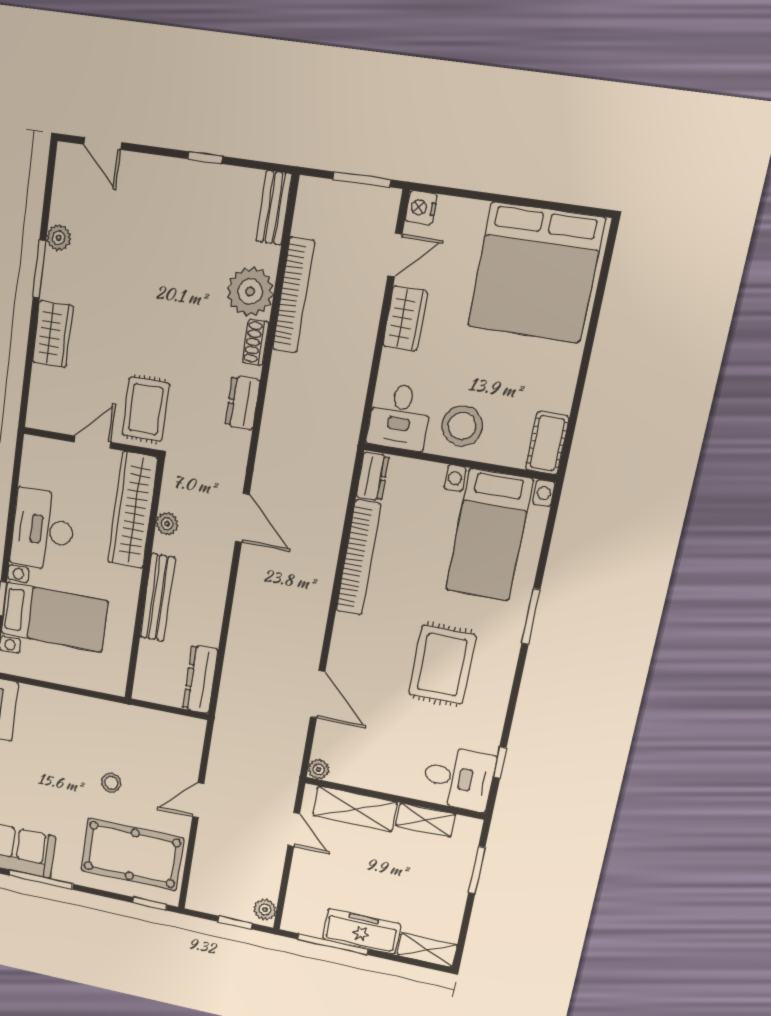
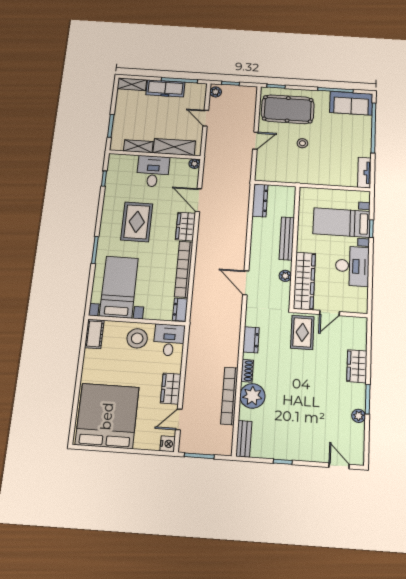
wardrobe: (347, 644) -> (185, 226), added
desk: (458, 778) -> (153, 171), moved, turned 90
door: (294, 830) -> (206, 118), moved

